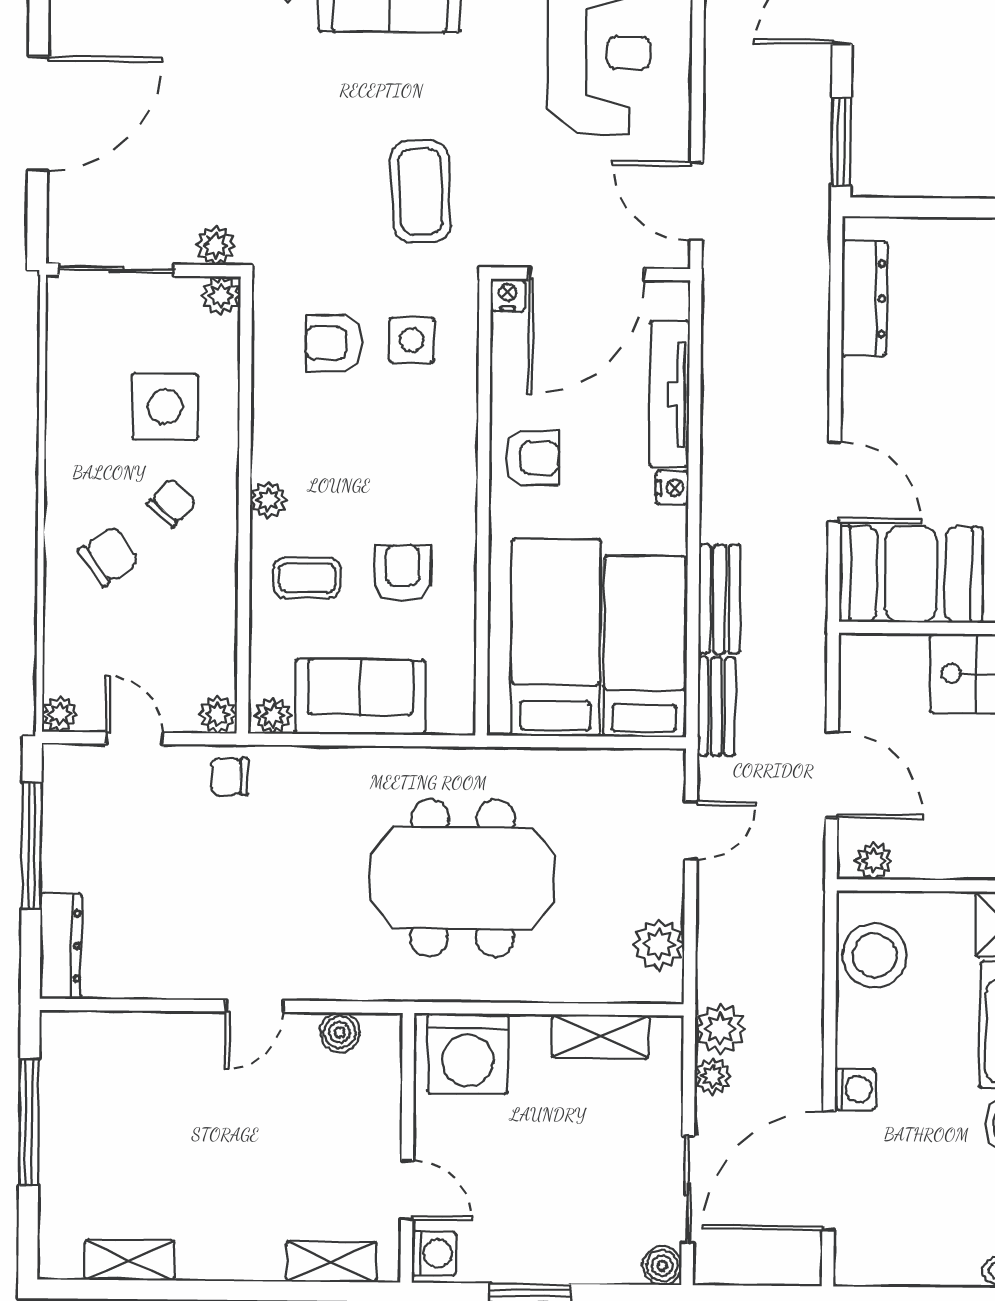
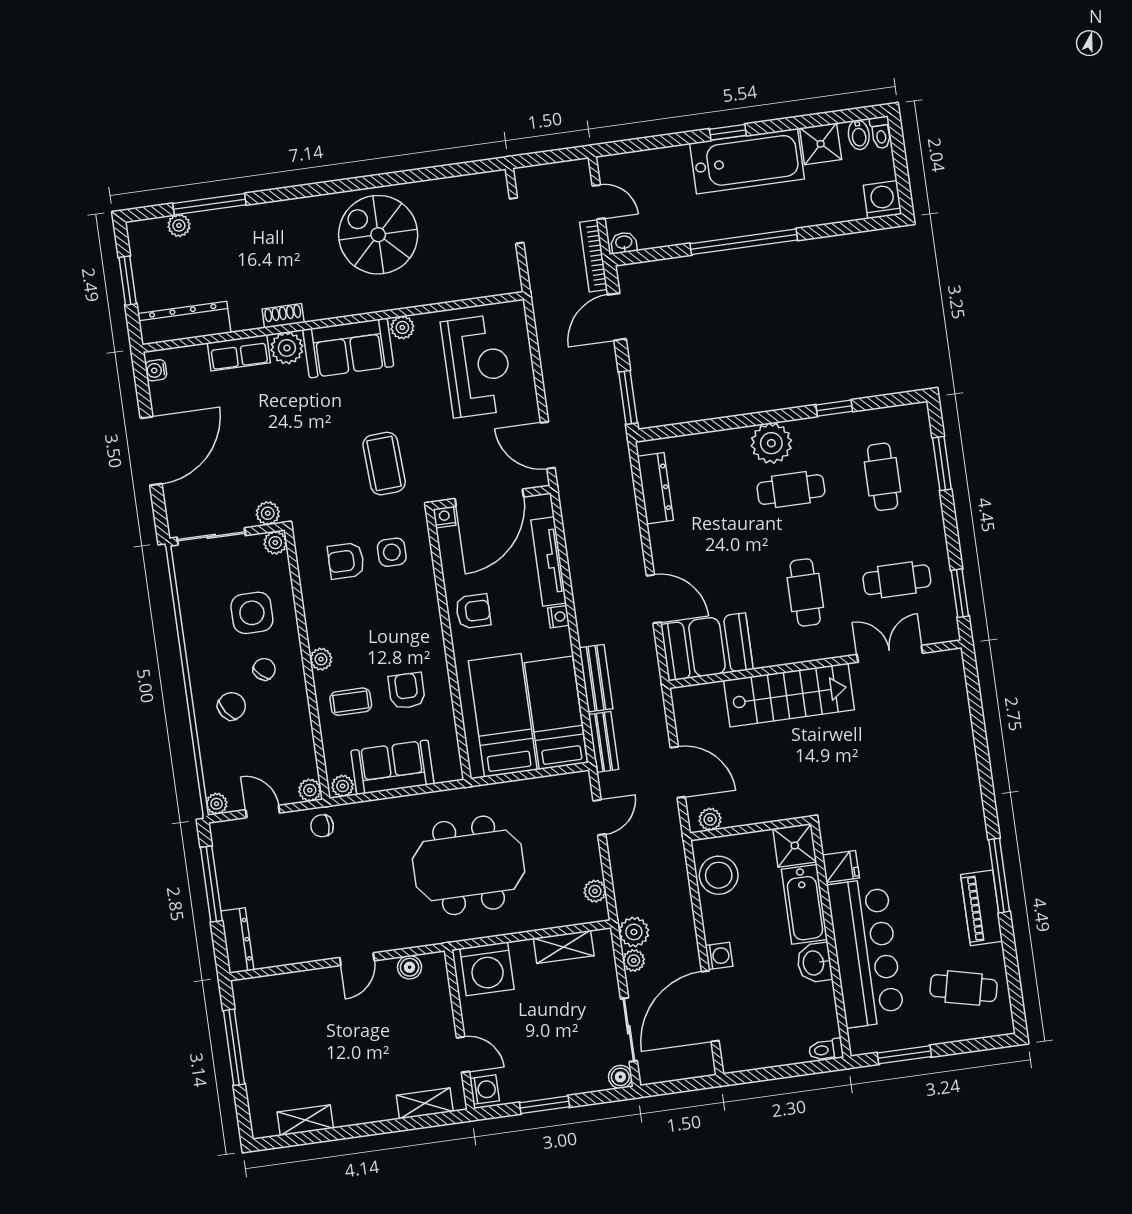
plant: (659, 945) -> (595, 891), width x0.73, depth x0.73

